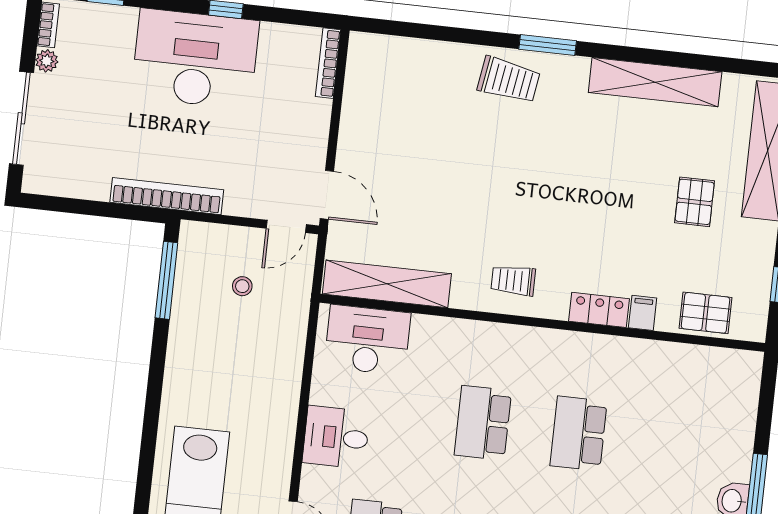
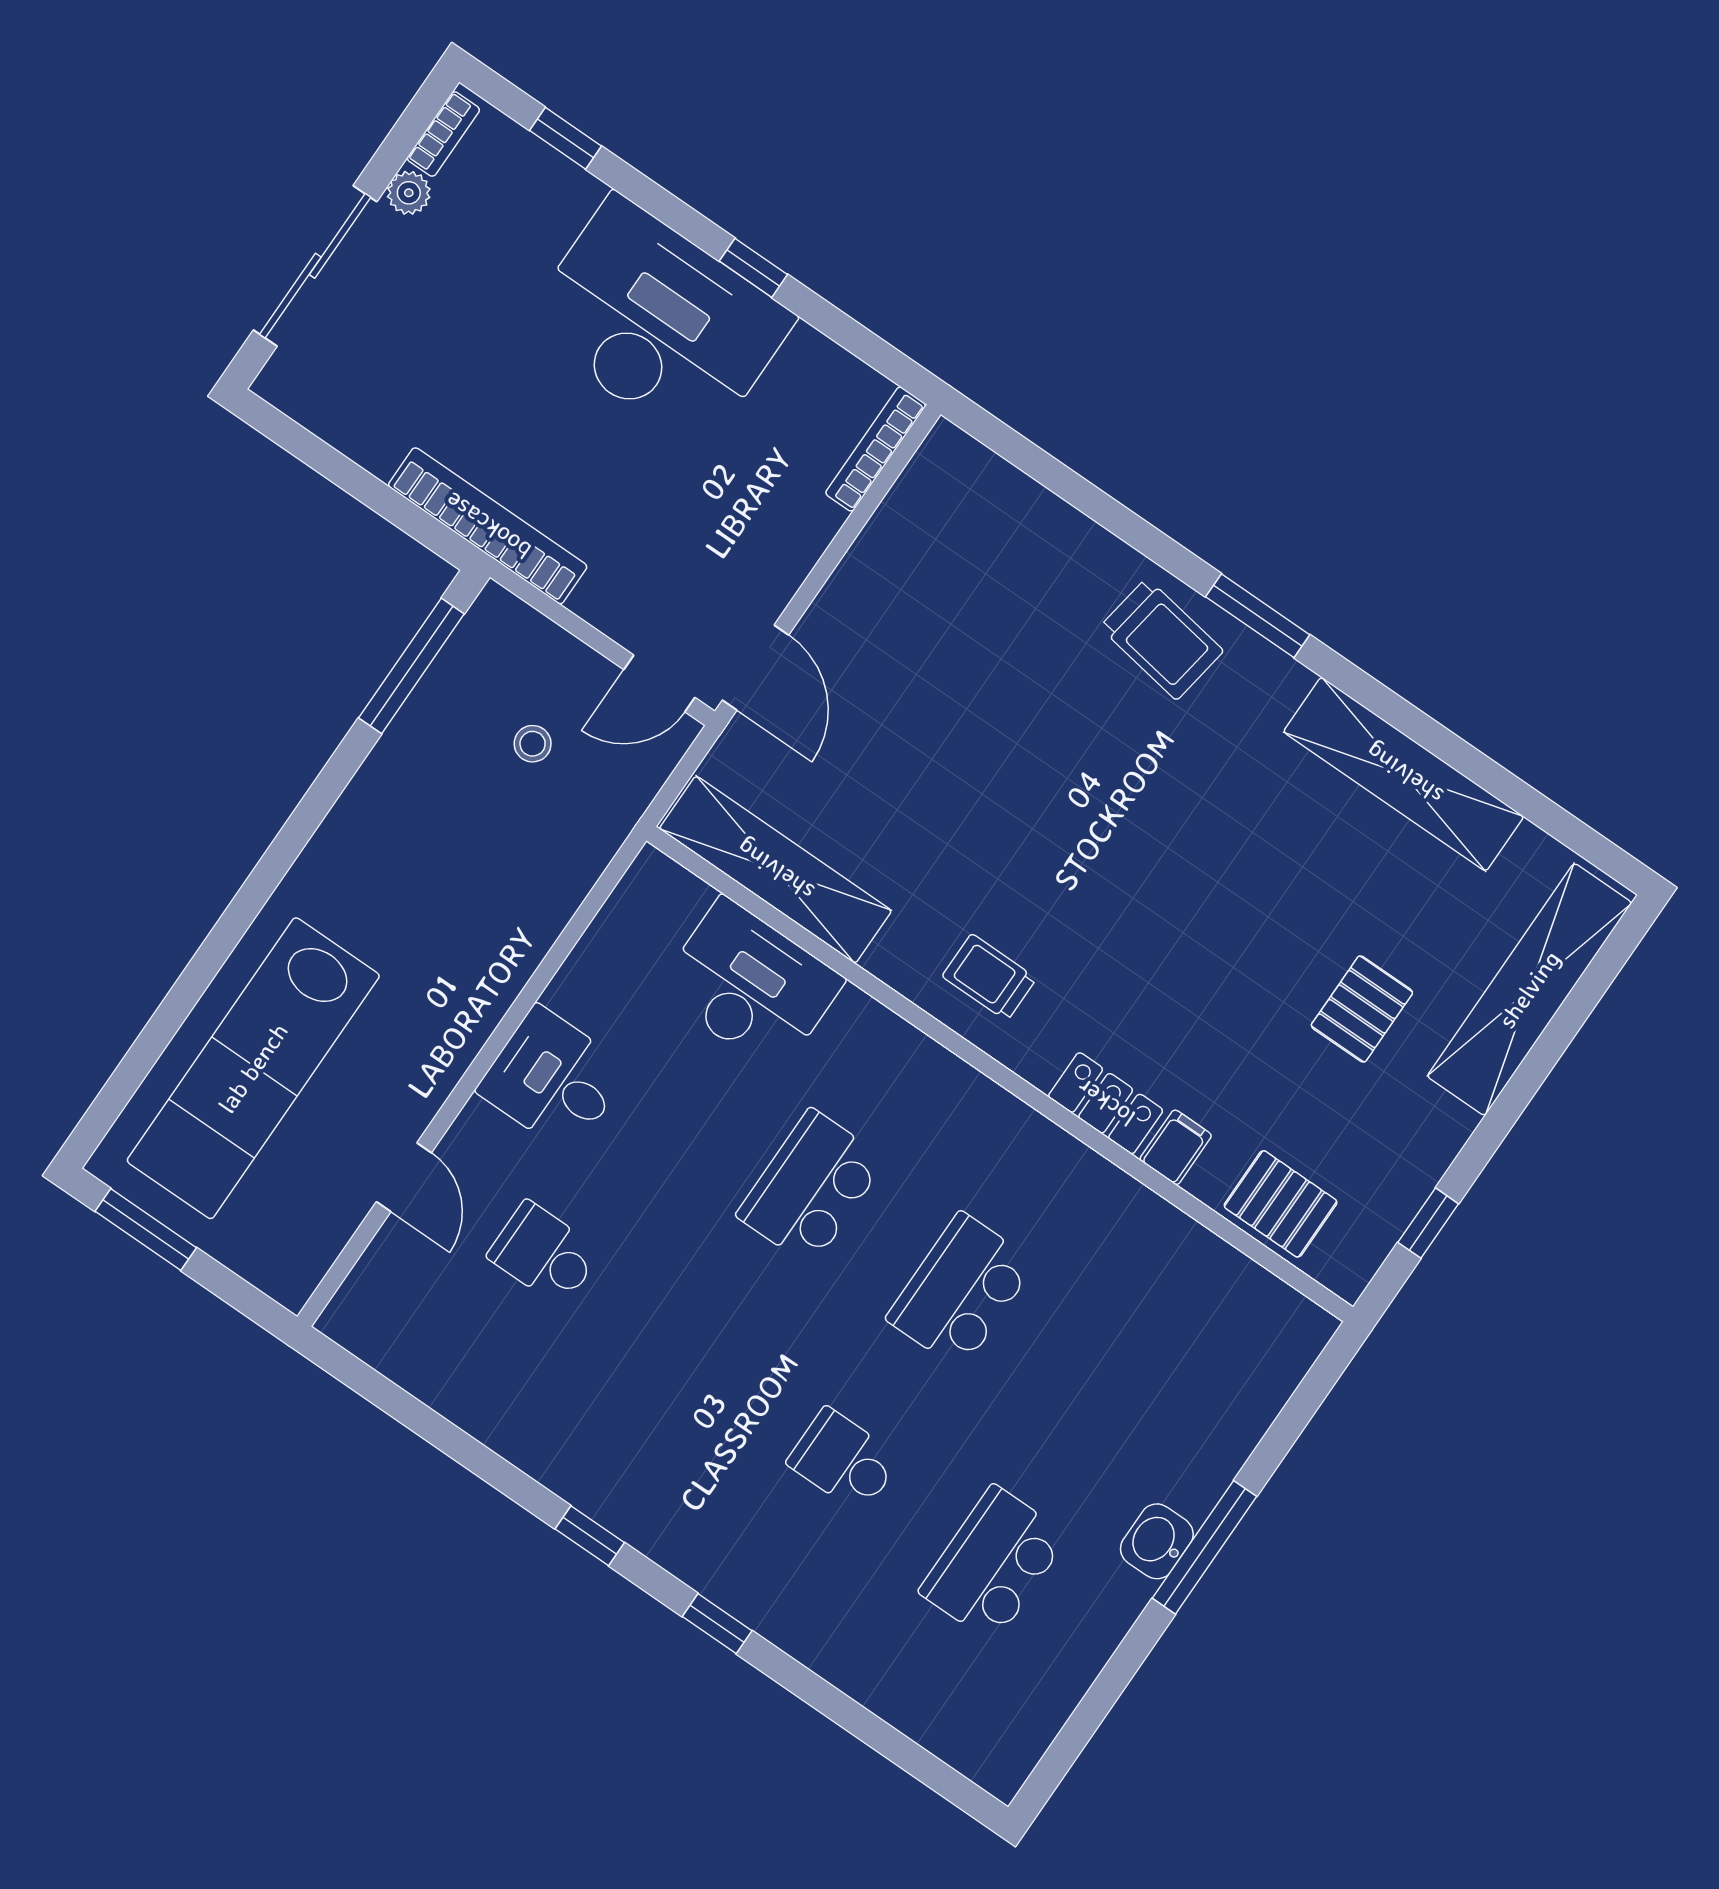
desk: (367, 340) -> (750, 985), moved

